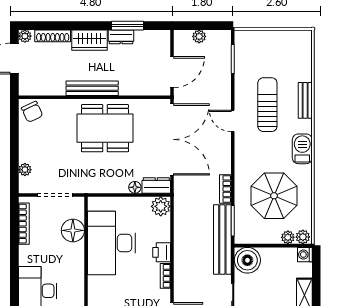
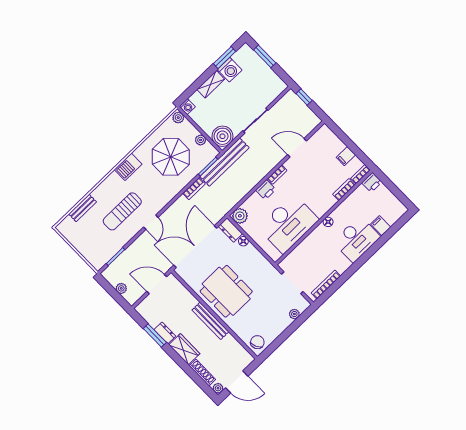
bench: (305, 100) -> (83, 208), moved
floor lamp: (73, 230) -> (328, 222), moved, width x0.53, depth x0.53
plant: (288, 237) -> (201, 140), moved

